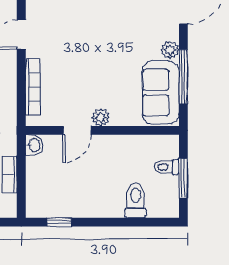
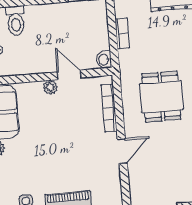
door: (77, 130) -> (69, 75), hinge flipped

